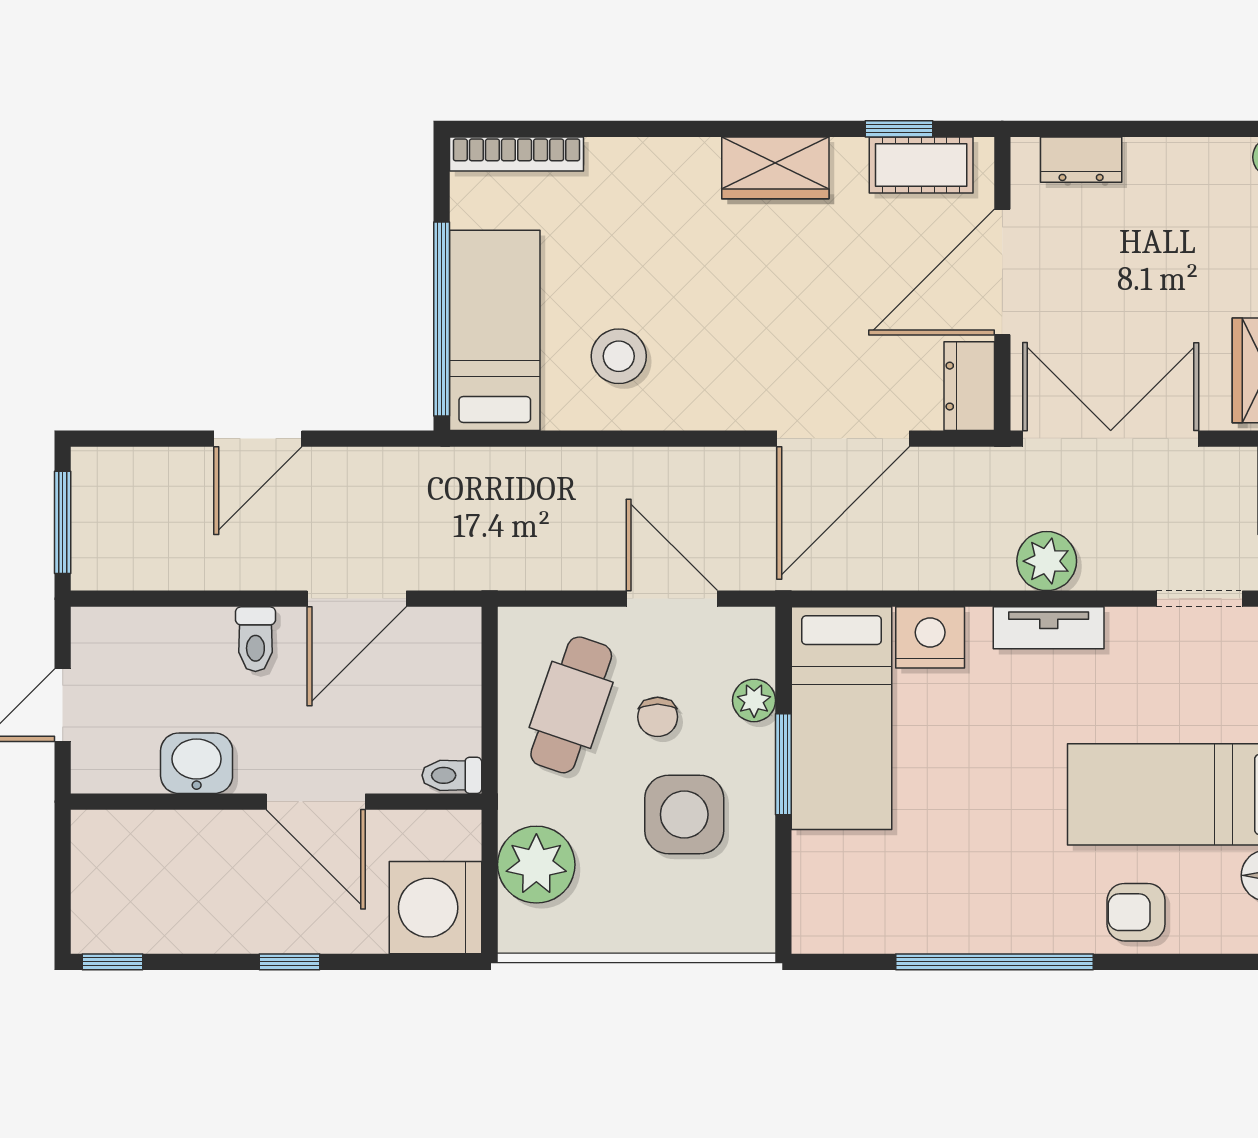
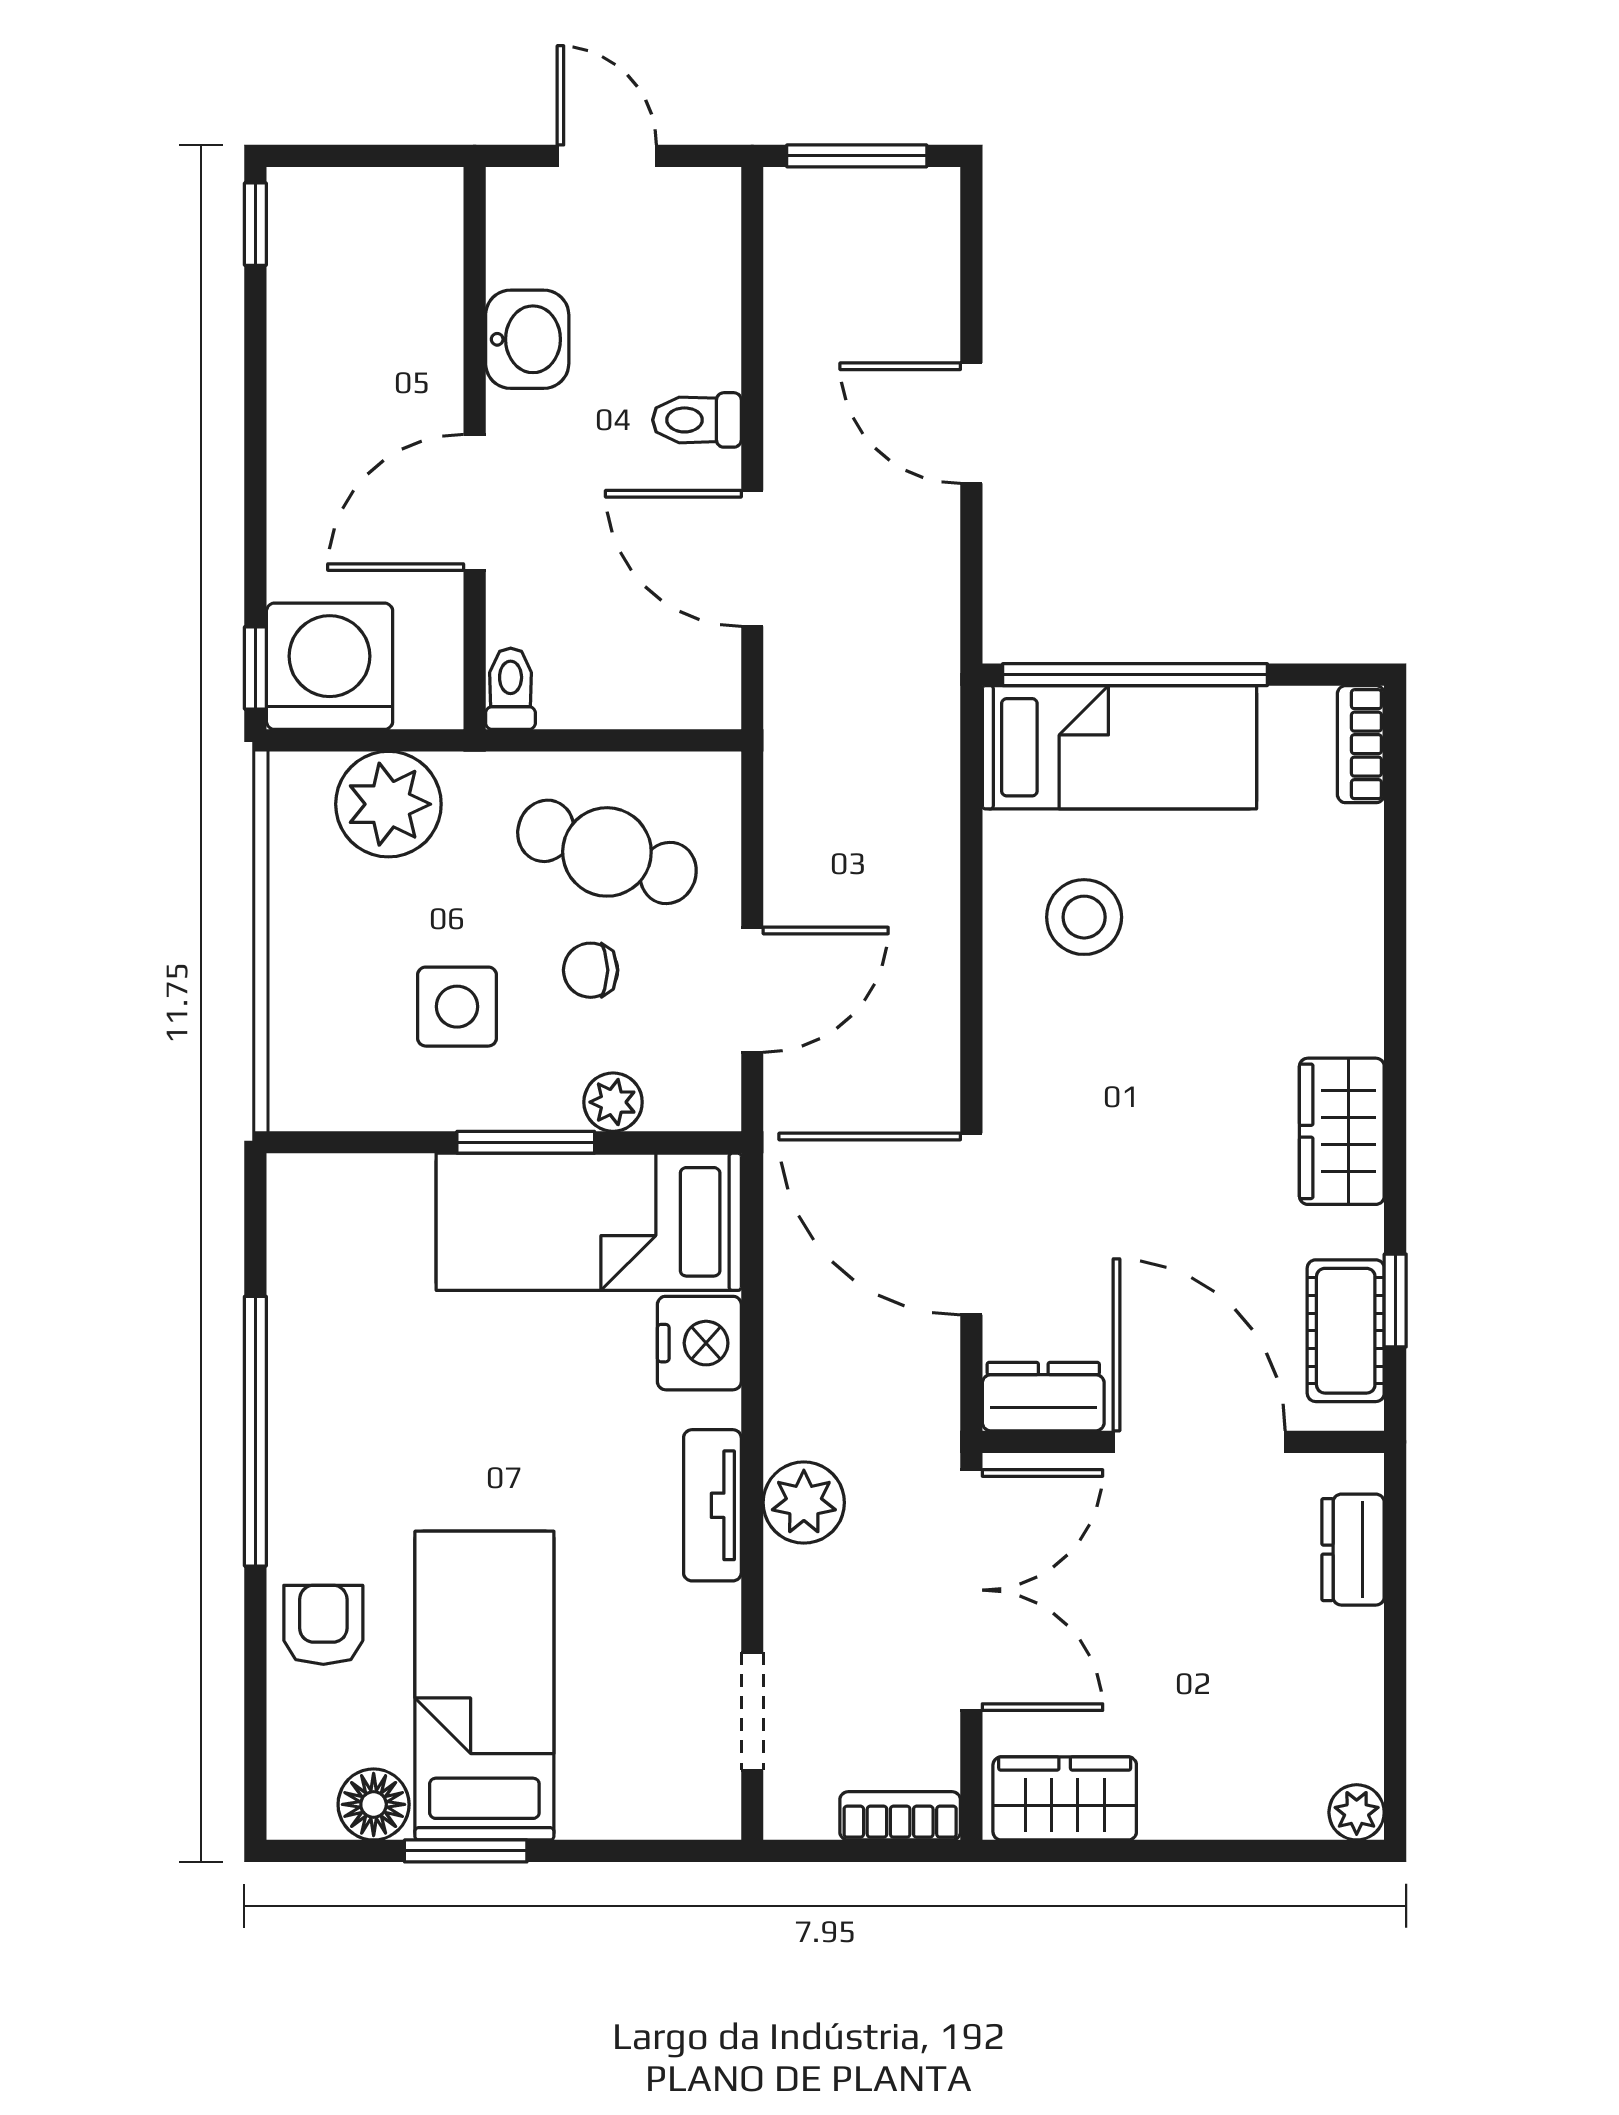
bookcase: (517, 154) -> (1361, 744), width x0.64
side table: (684, 814) -> (457, 1007), width x0.73, depth x0.73
window: (289, 962) -> (255, 668), moved

